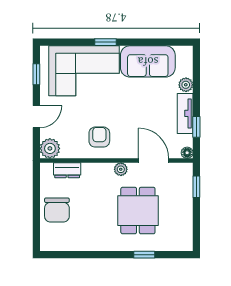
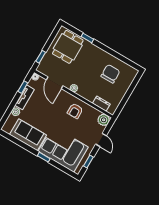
door: (36, 117) -> (101, 140), swing flipped
chair: (57, 210) -> (110, 74), moved
dining table: (138, 211) -> (68, 47), moved

